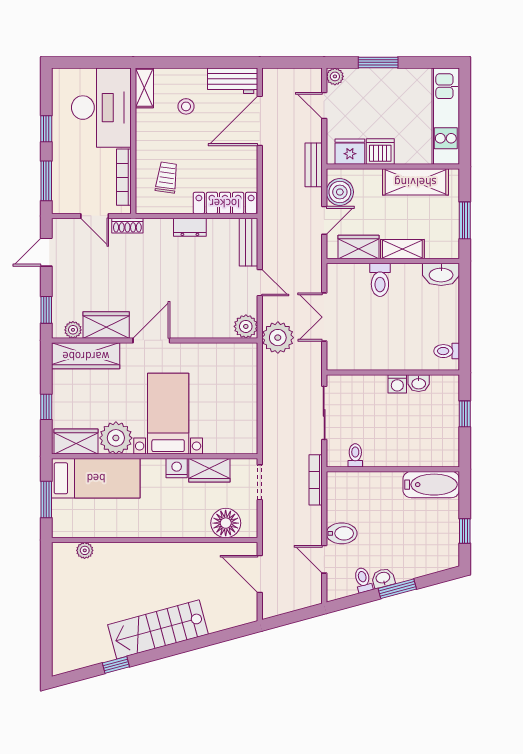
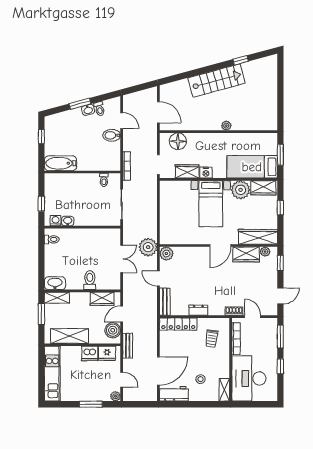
shelving: (402, 249) -> (57, 298), moved
washing machine: (397, 384) -> (56, 221), moved
plant: (85, 550) -> (226, 126), moved

